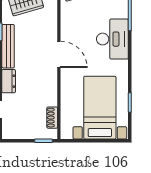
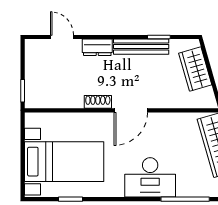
shoe rack: (52, 118) -> (98, 102), moved

